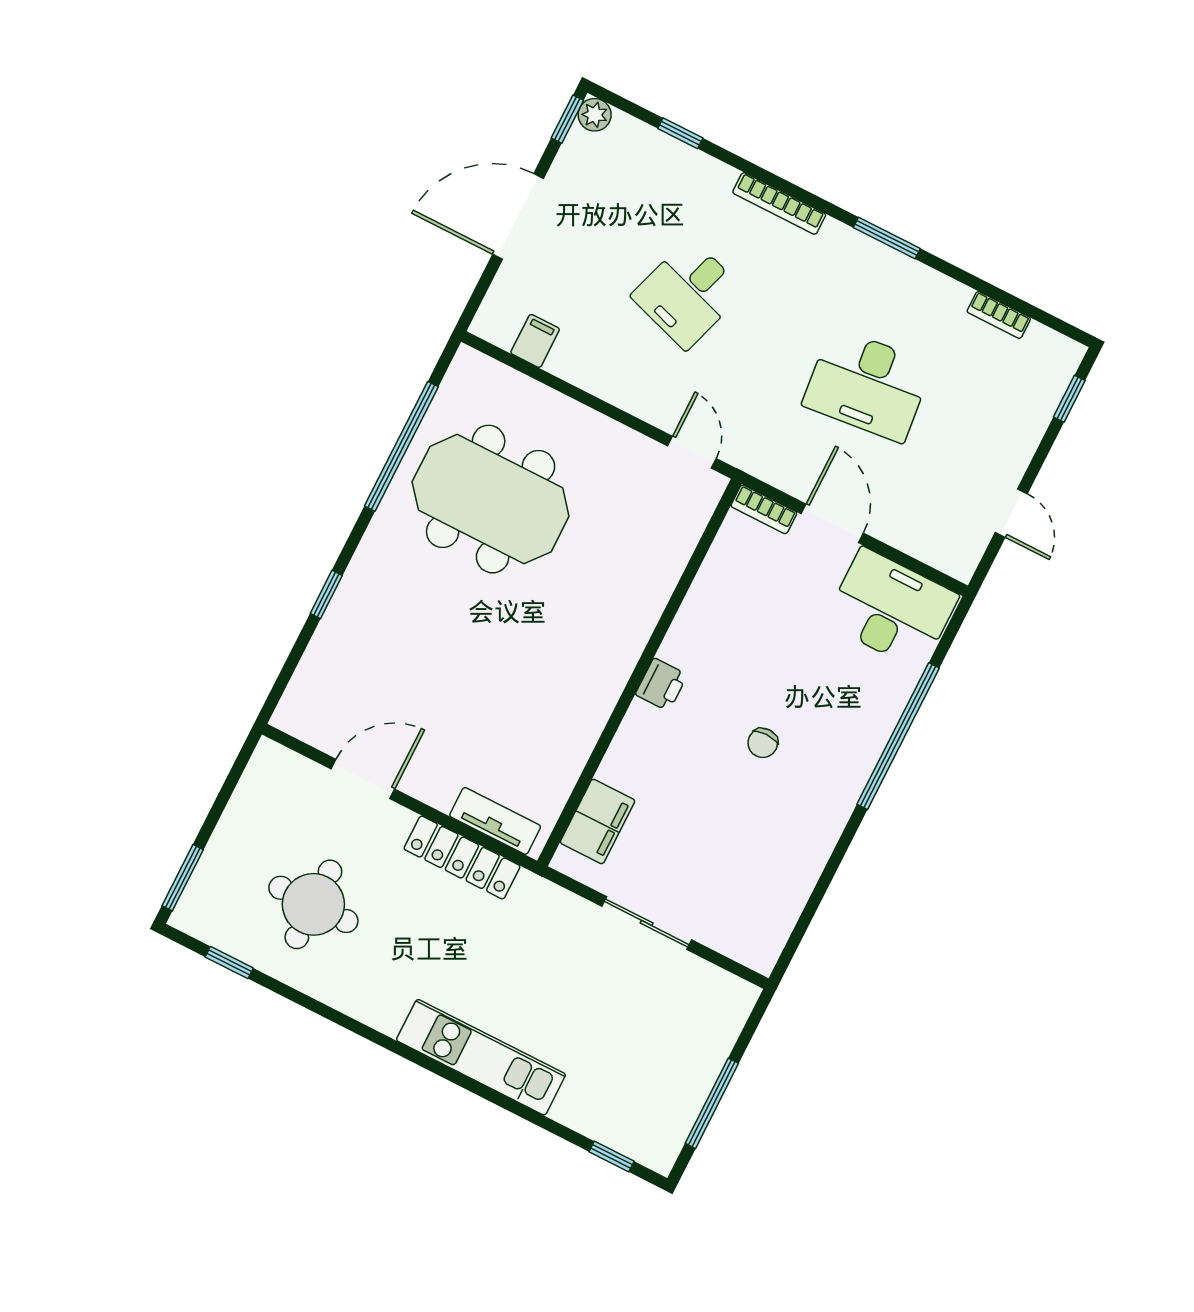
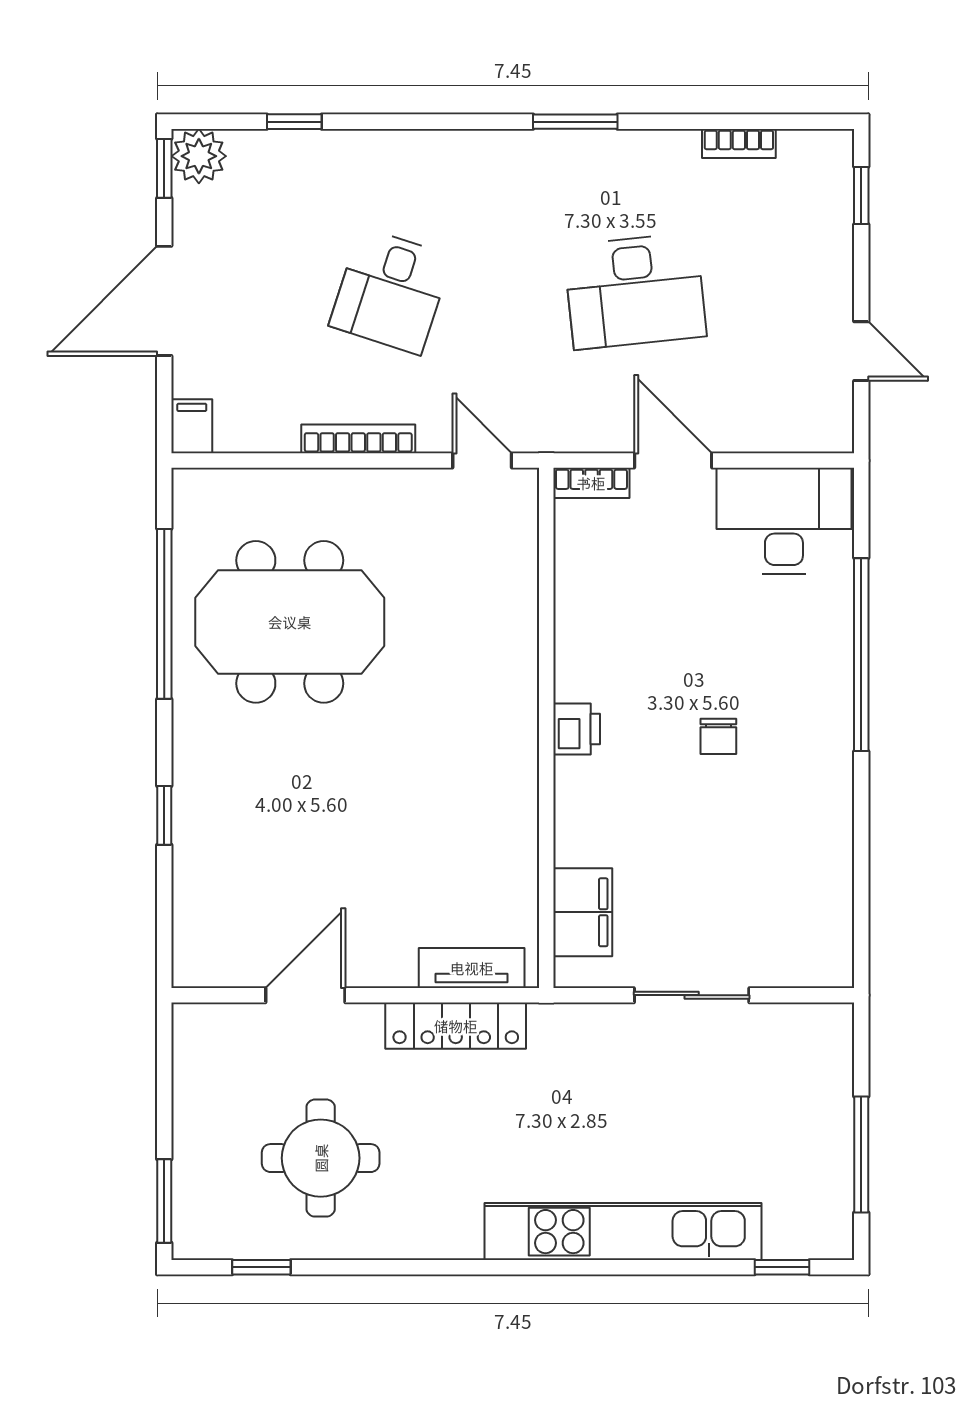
plant: (595, 115) -> (199, 156), width x1.38, depth x1.38
bookcase: (779, 203) -> (358, 439), moved, turned 180
filing cabinet: (535, 341) -> (192, 426), moved
kitchen unit: (481, 1057) -> (623, 1232), width x1.36

